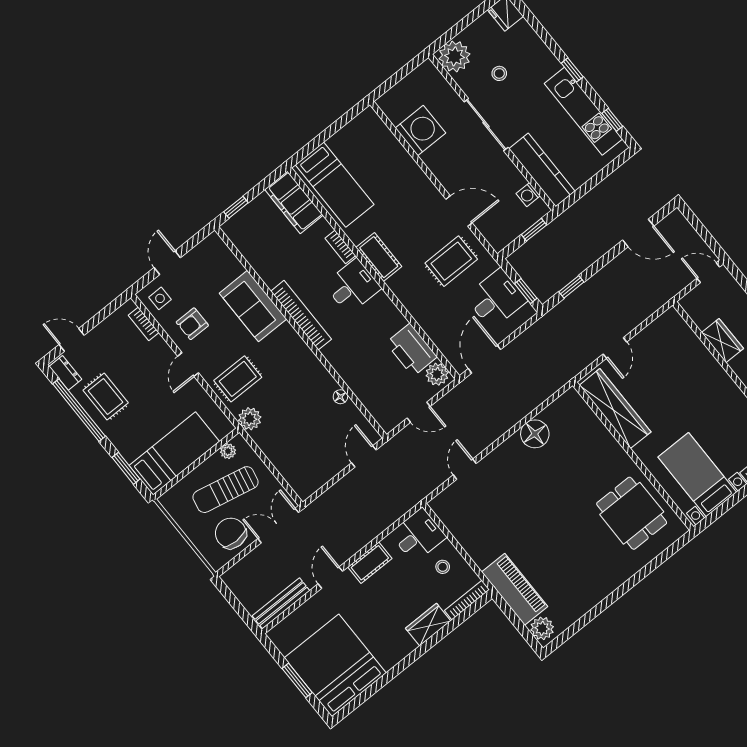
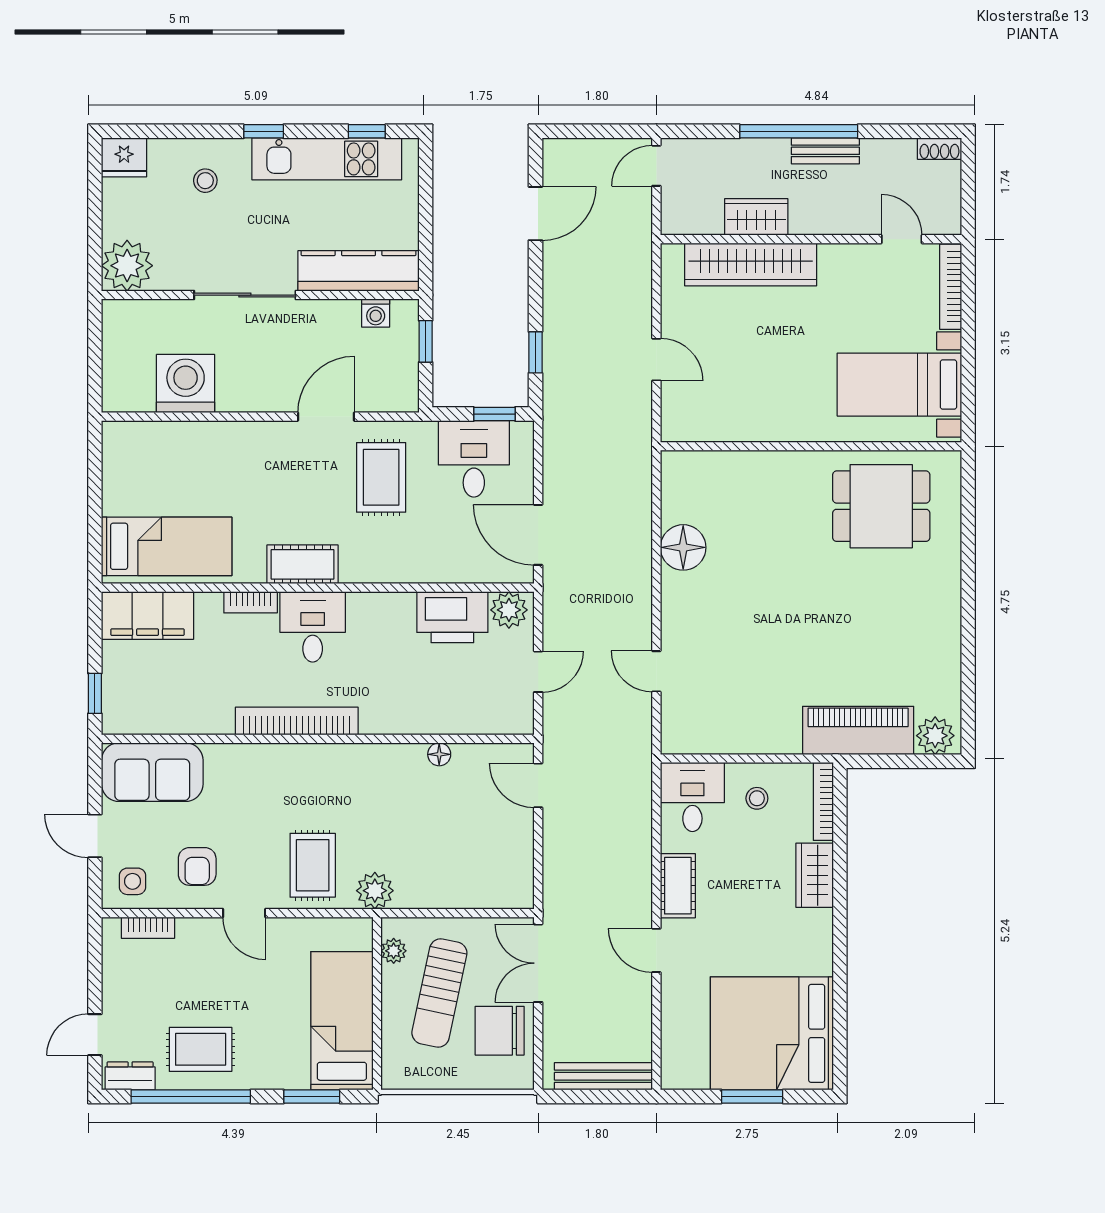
stool: (499, 73) -> (205, 181), moved
sofa: (253, 306) -> (152, 772), moved
wardrobe: (615, 409) -> (751, 264), moved, turned 180
bench: (281, 603) -> (603, 1076), moved, turned 90

